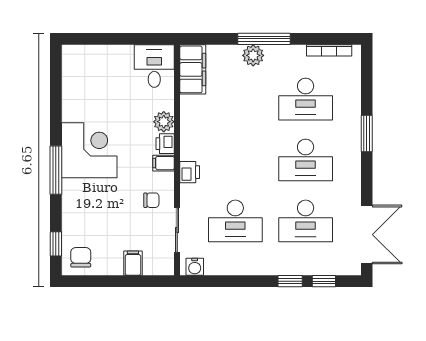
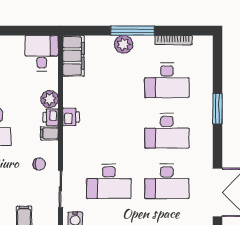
bookcase: (329, 50) -> (173, 40), moved
printer: (190, 172) -> (71, 117), moved

